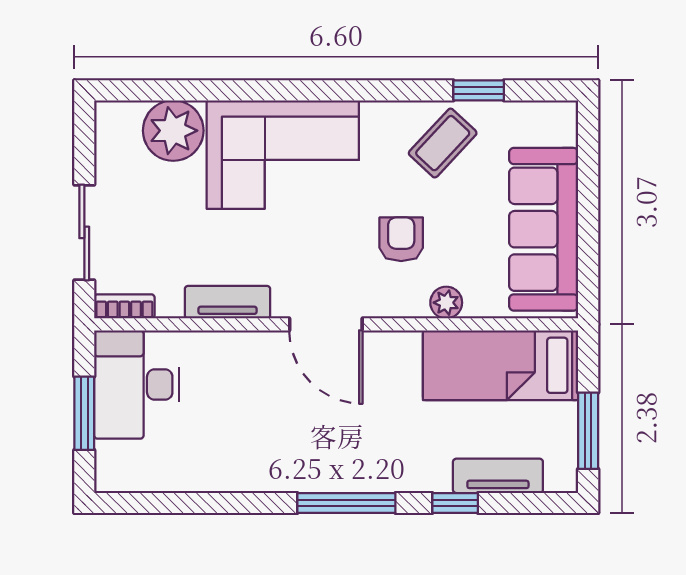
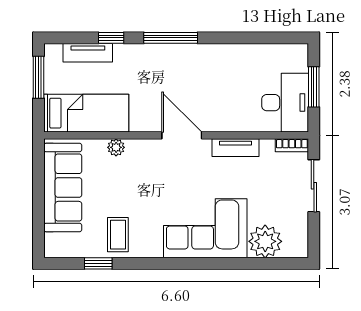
coffee table: (443, 143) -> (118, 235), turned -43
armchair: (401, 239) -> (141, 182), removed

